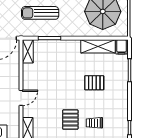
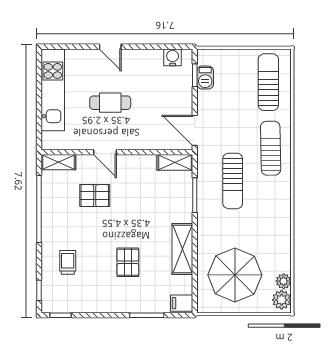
sun lounger: (40, 13) -> (233, 181), turned 180
shelving: (98, 46) -> (182, 249), moved
pallet: (70, 120) -> (95, 196), moved

